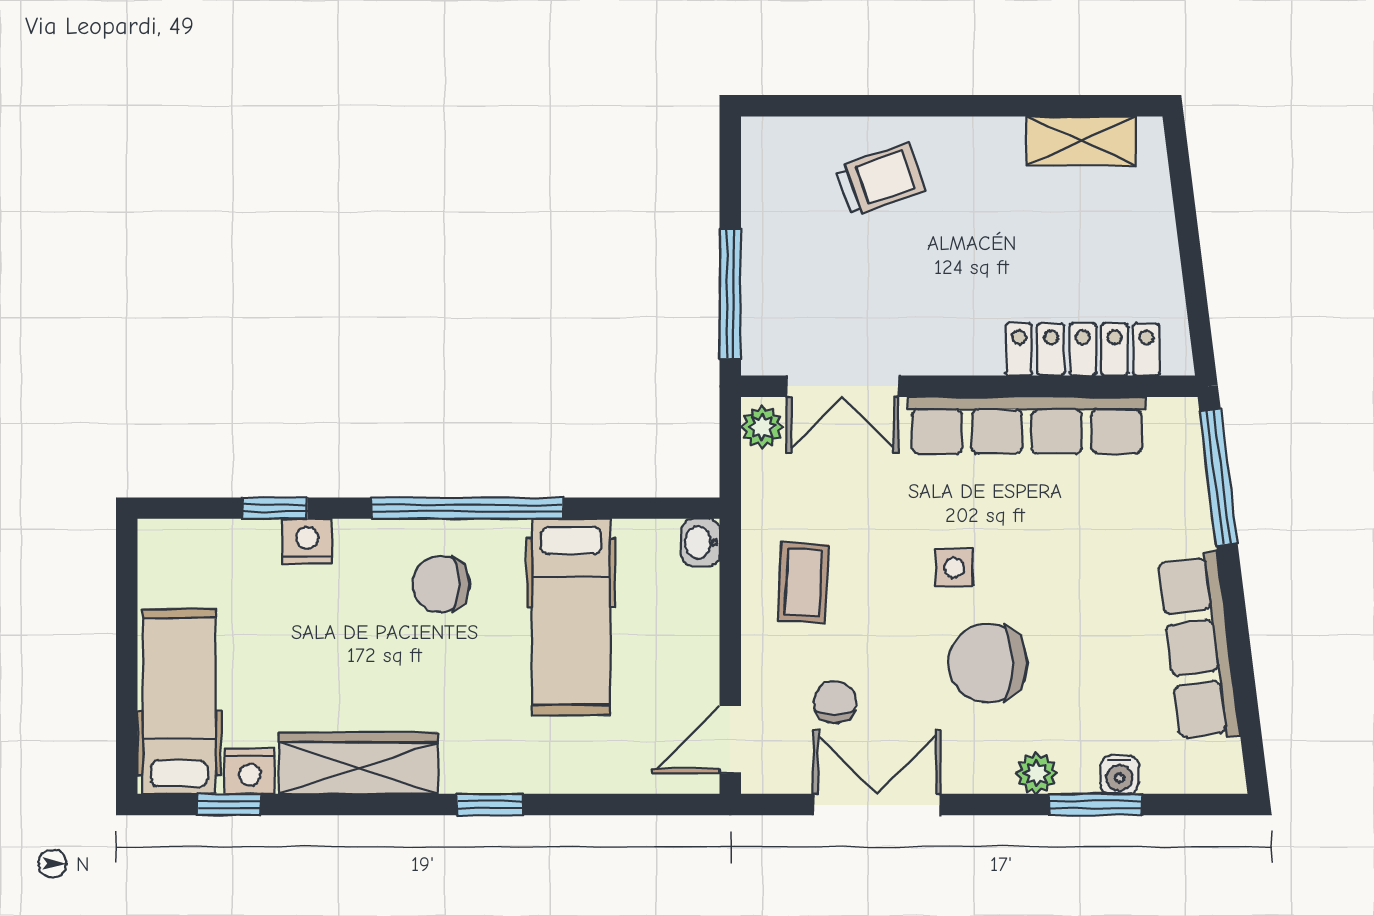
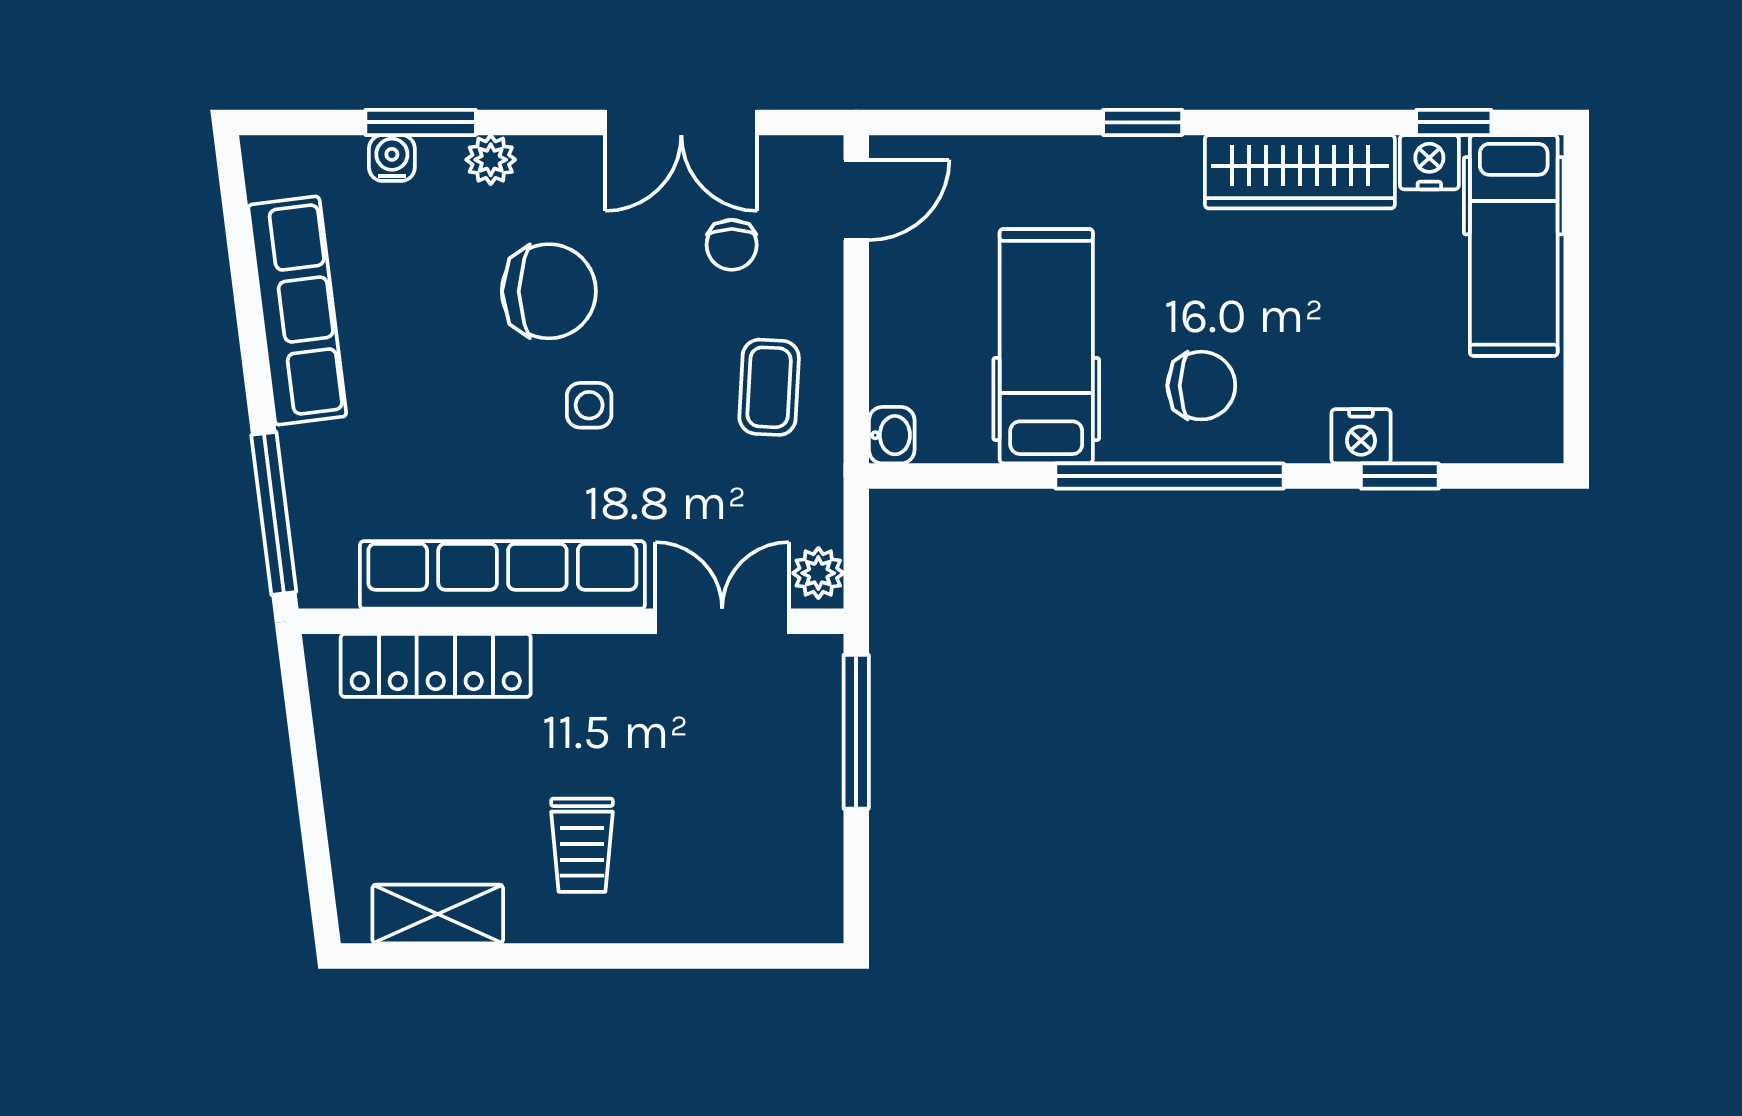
trolley: (880, 179) -> (582, 845), moved, turned -70

